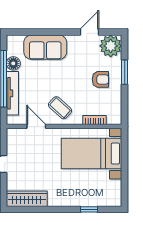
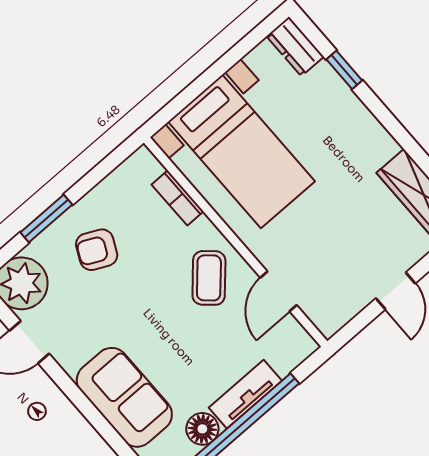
armchair: (100, 79) -> (97, 250), turned -64
tv unit: (12, 93) -> (245, 394), width x0.71
dresser: (110, 200) -> (295, 46), added

